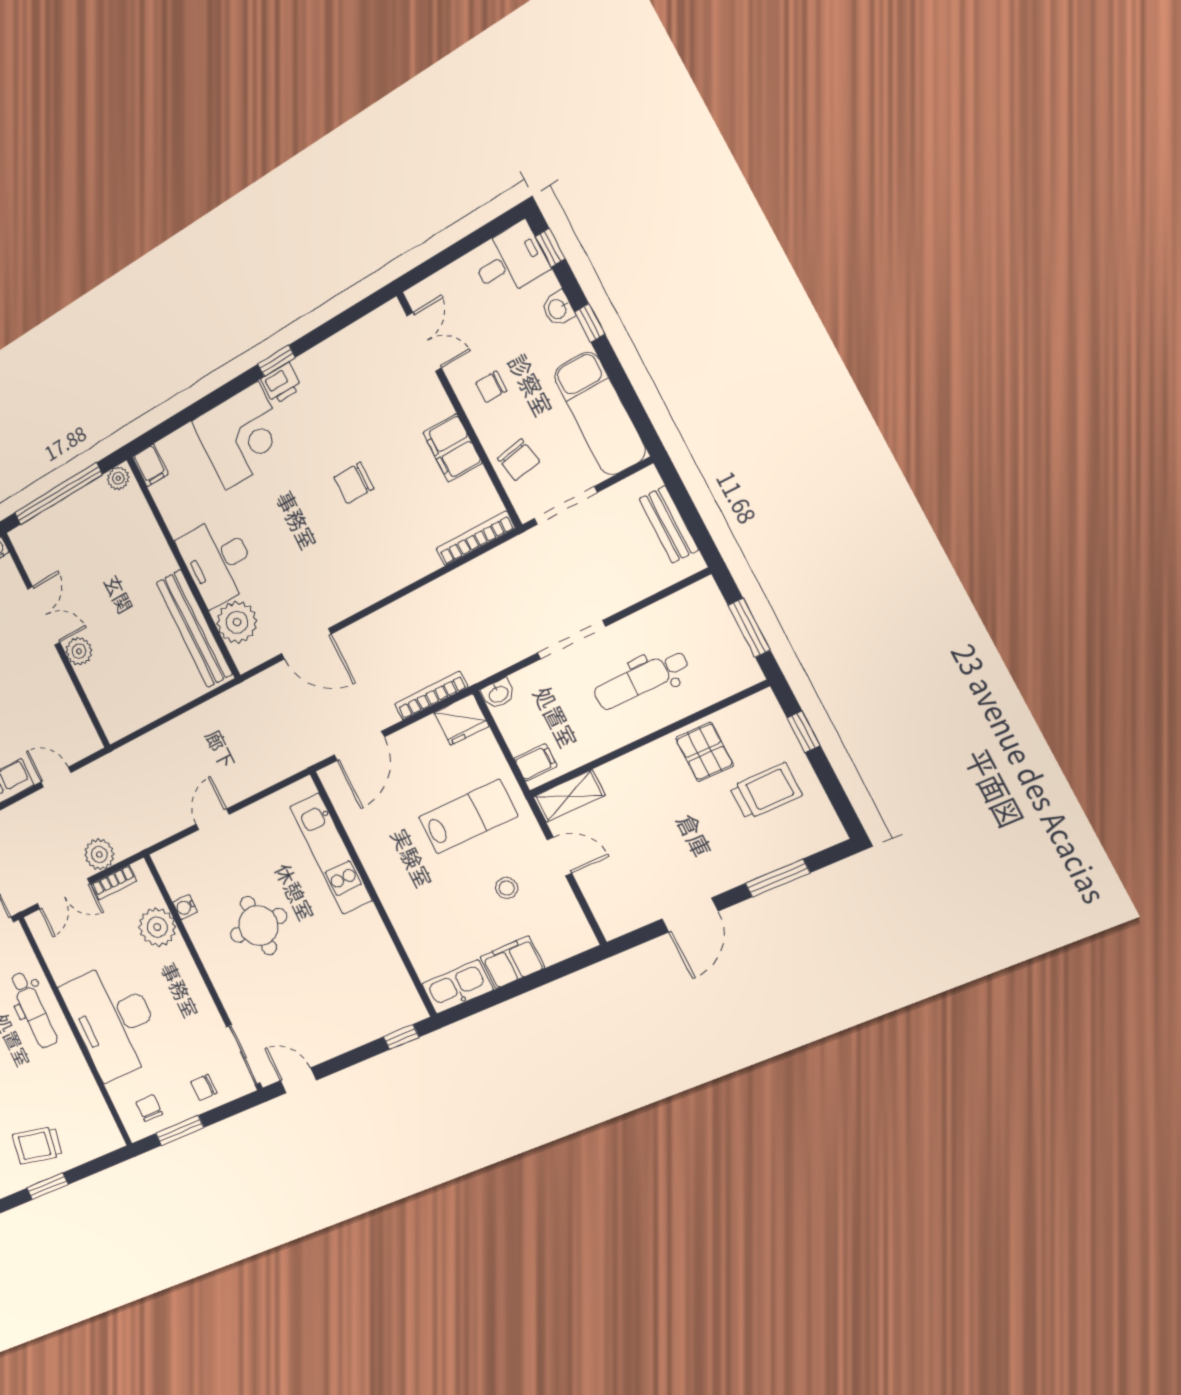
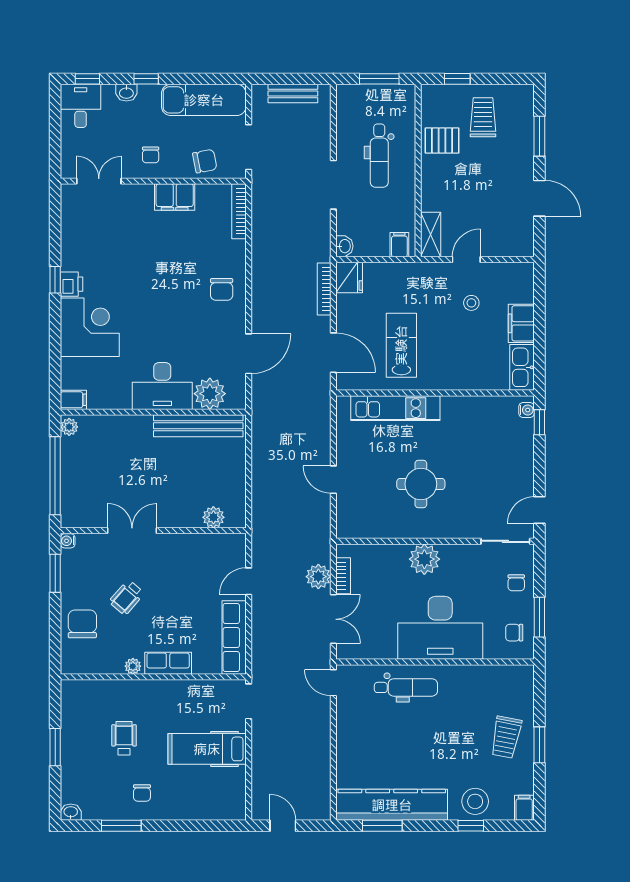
chair: (354, 483) -> (222, 289), moved
plant: (79, 651) -> (213, 517), moved
lab bench: (468, 817) -> (401, 345), moved
water cooler: (185, 907) -> (526, 410), moved, turned -90
plant: (157, 927) -> (424, 559), moved

